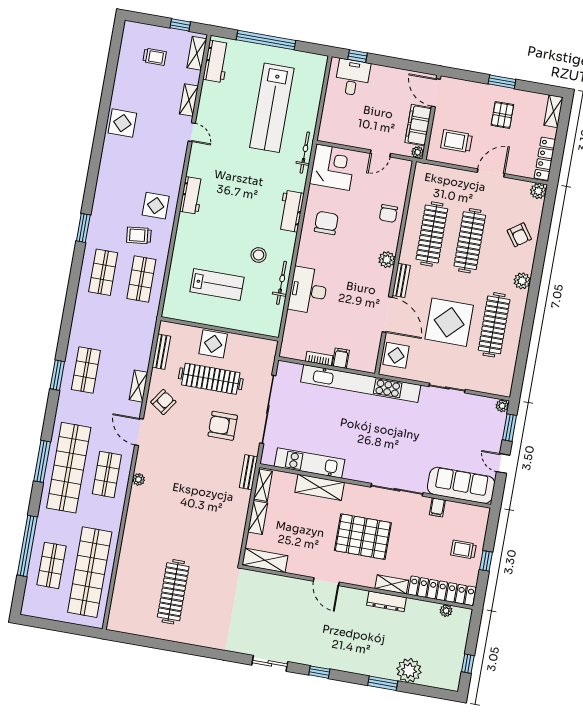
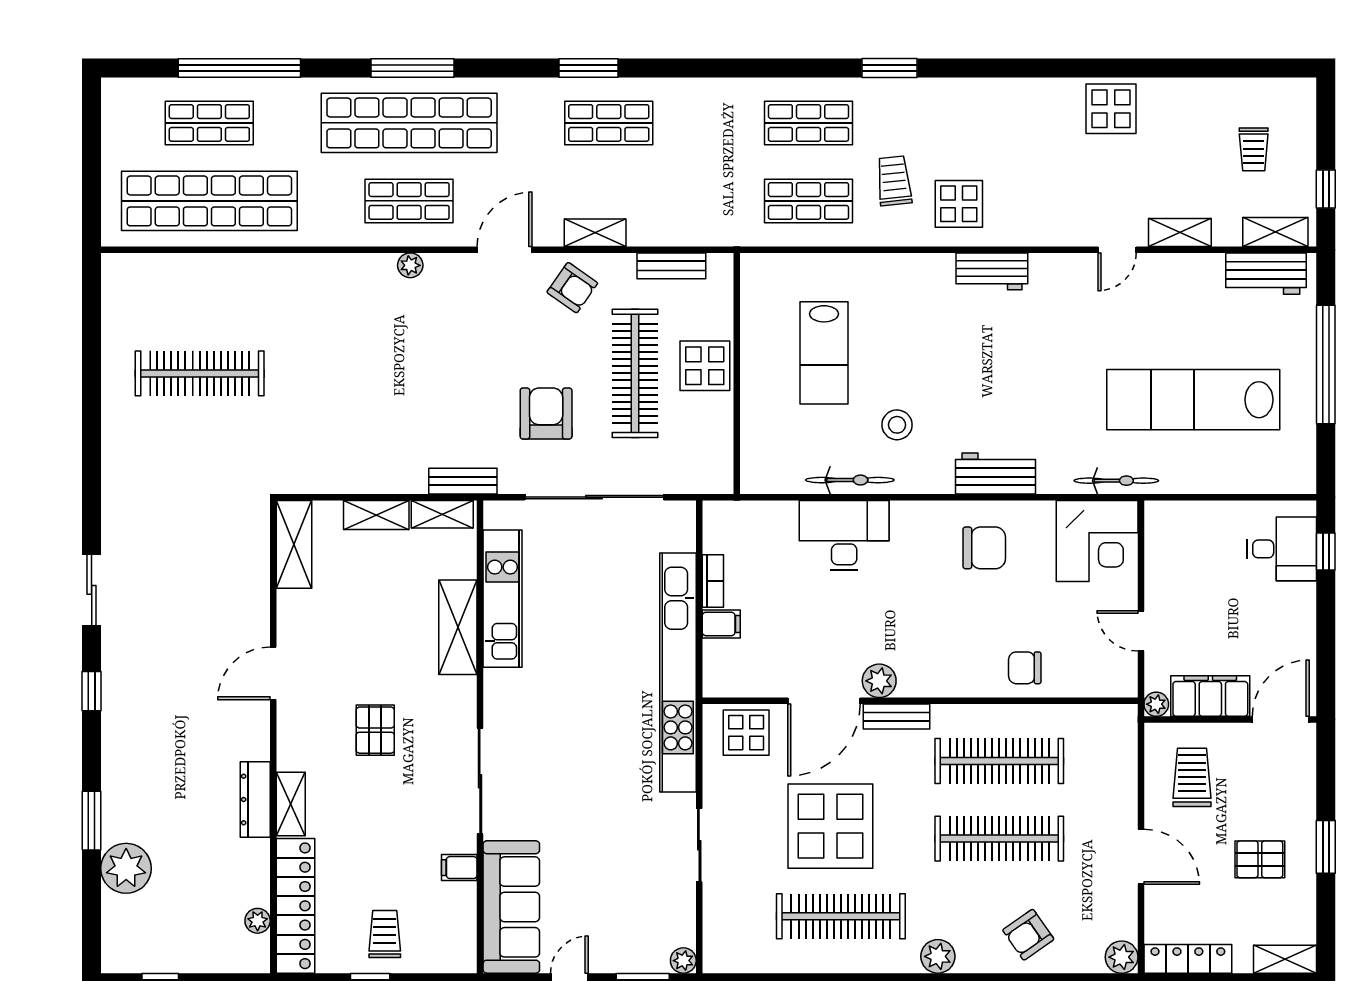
plant: (387, 260) -> (879, 681), moved
pallet: (363, 537) -> (375, 730), width x0.49, depth x0.50

